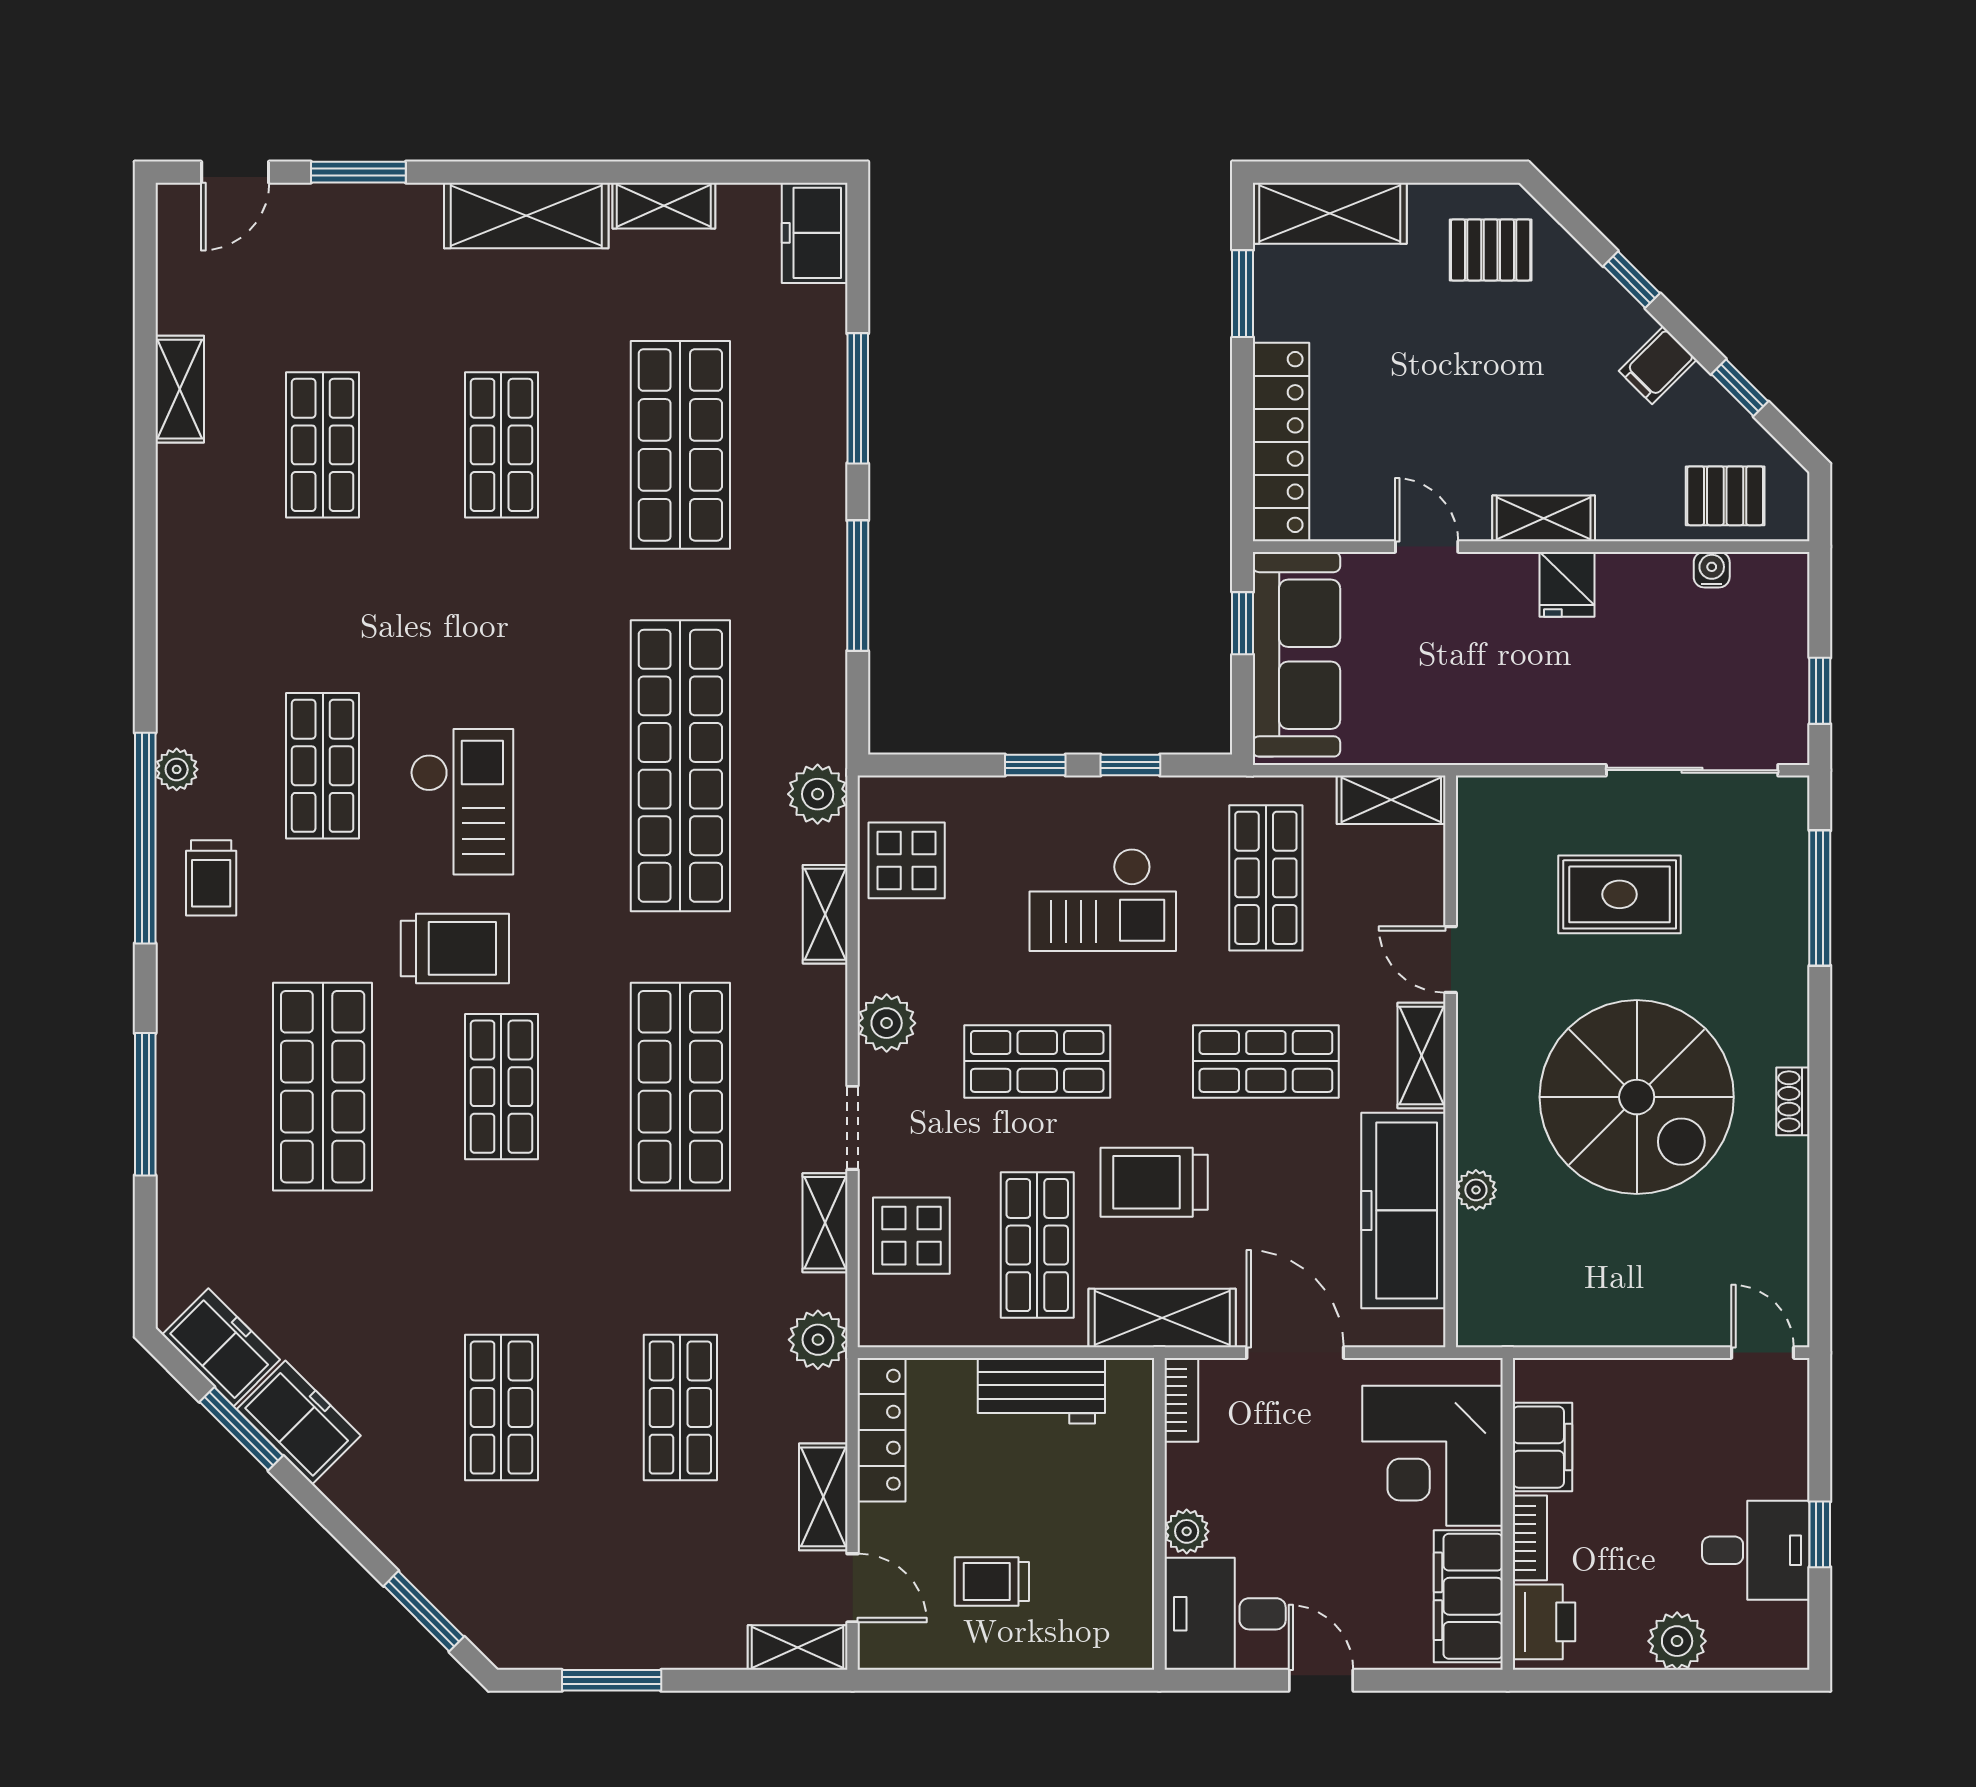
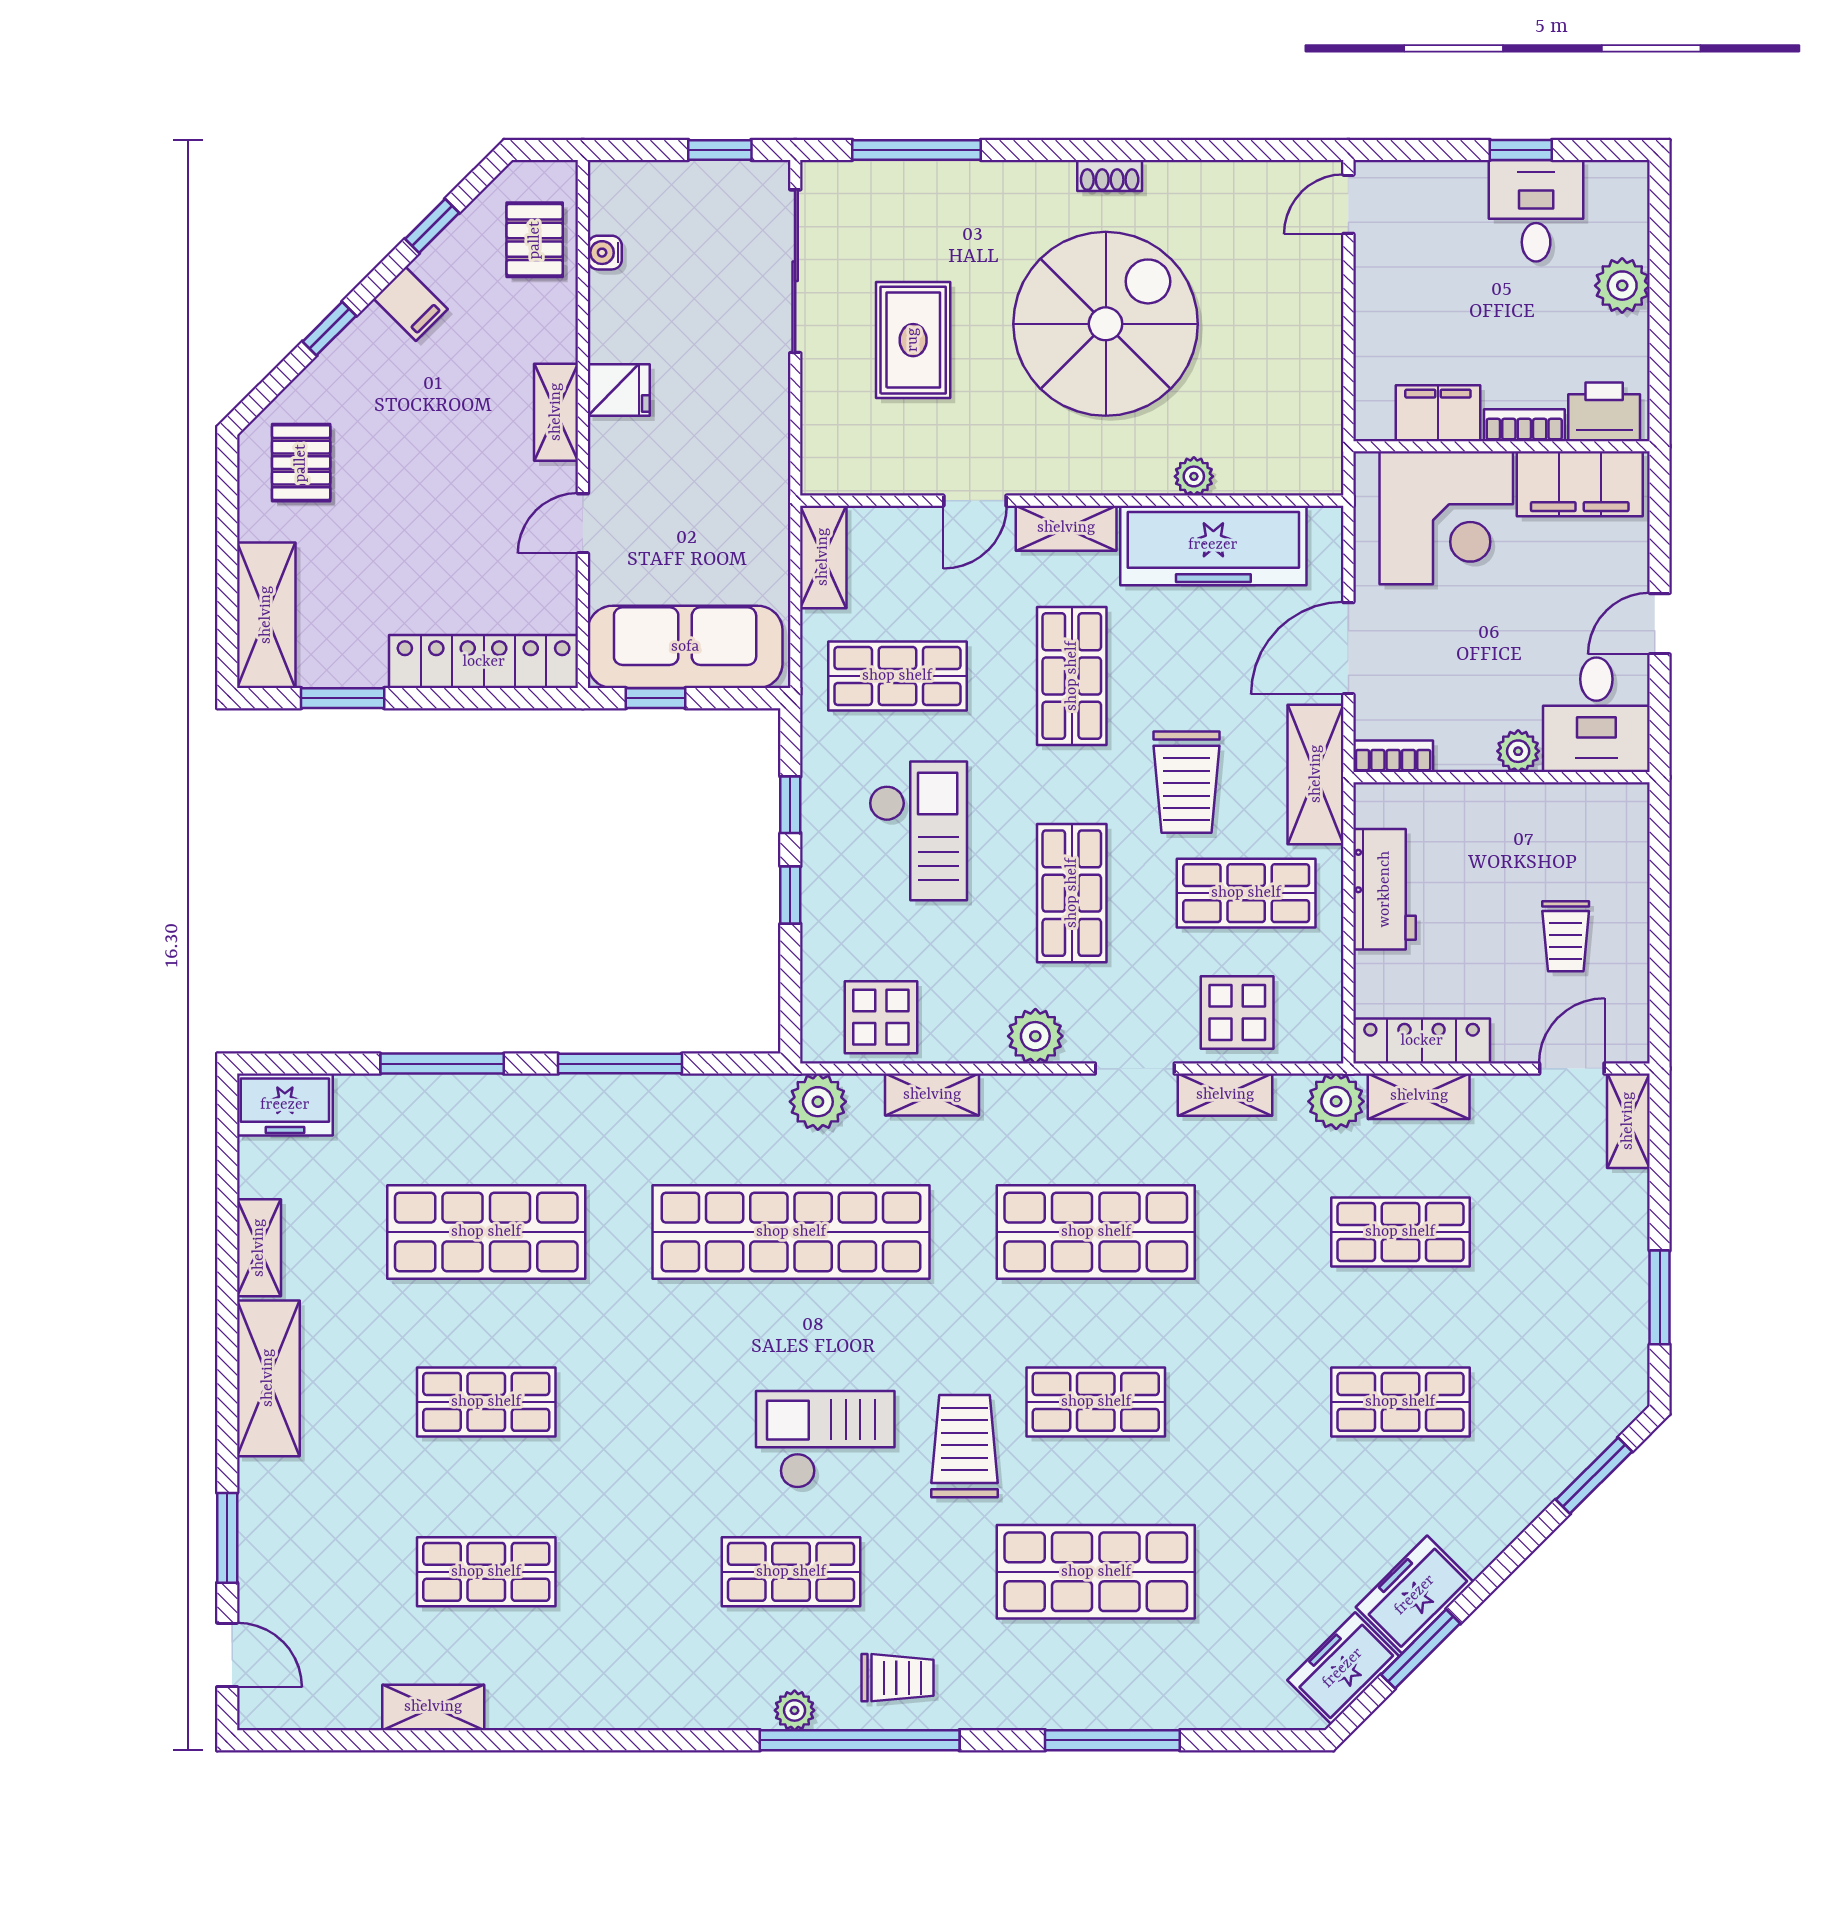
shelving: (823, 1497) -> (1419, 1096), moved

